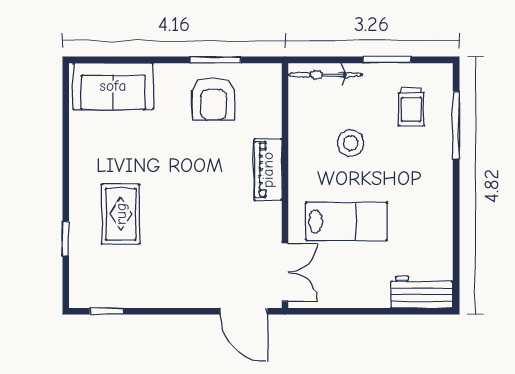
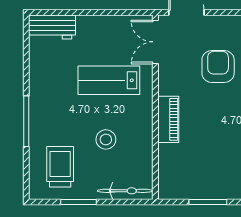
armchair: (213, 99) -> (218, 67), moved
trolley: (411, 107) -> (60, 167), width x1.36, depth x1.39
window: (456, 125) -> (26, 121), moved

